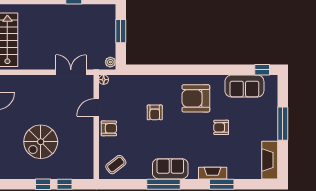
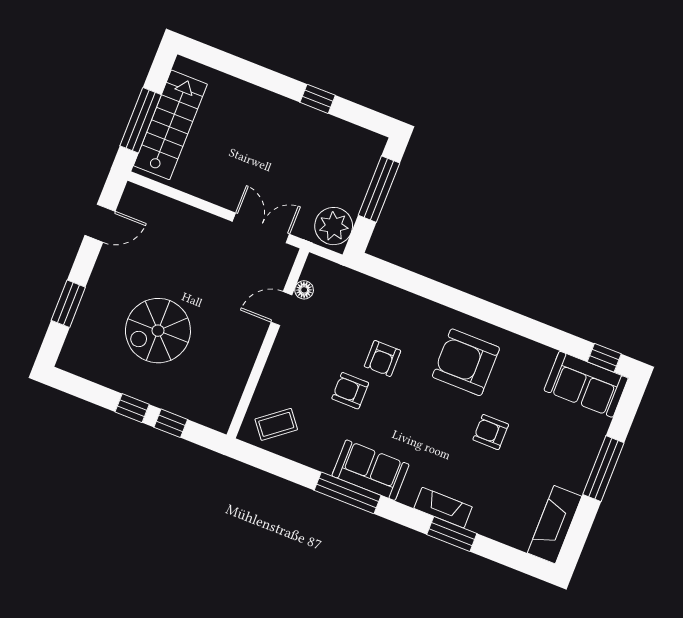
window: (121, 31) -> (379, 189), width x1.44
plant: (110, 62) -> (334, 226), width x1.87, depth x1.87
floor lamp: (104, 80) -> (304, 290), moved
sofa: (244, 86) -> (586, 384), moved
armchair: (109, 128) -> (350, 391), moved, turned 180

